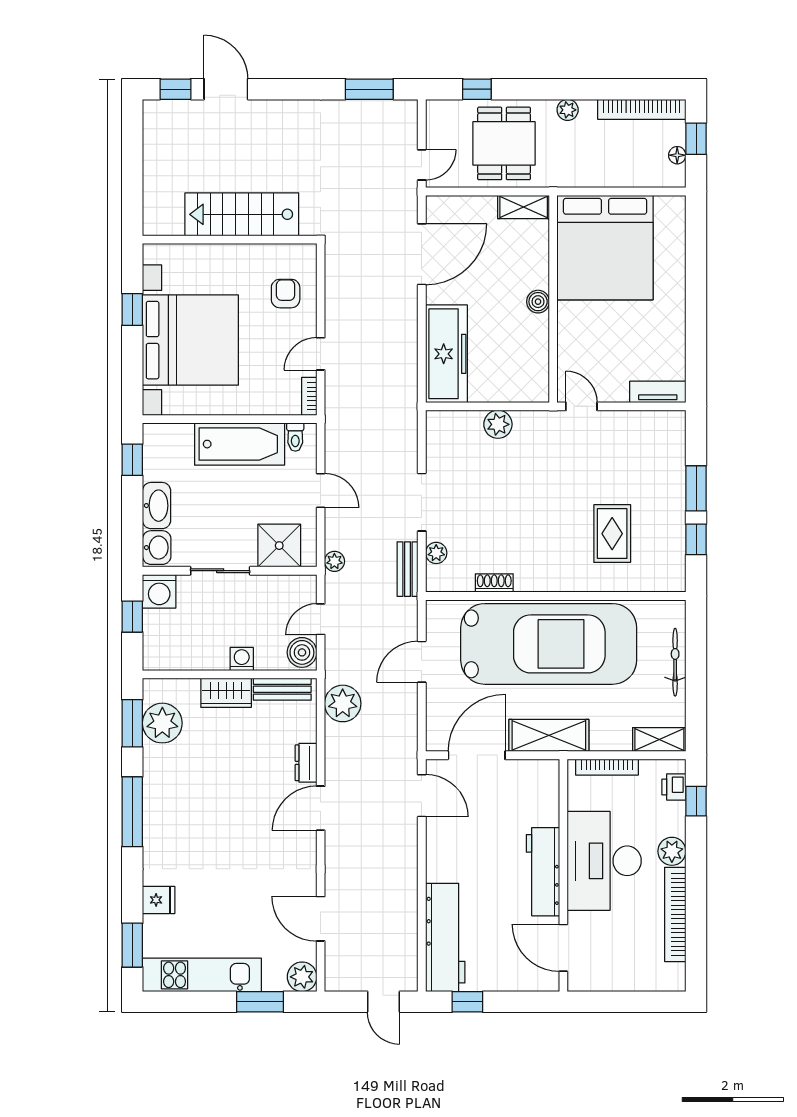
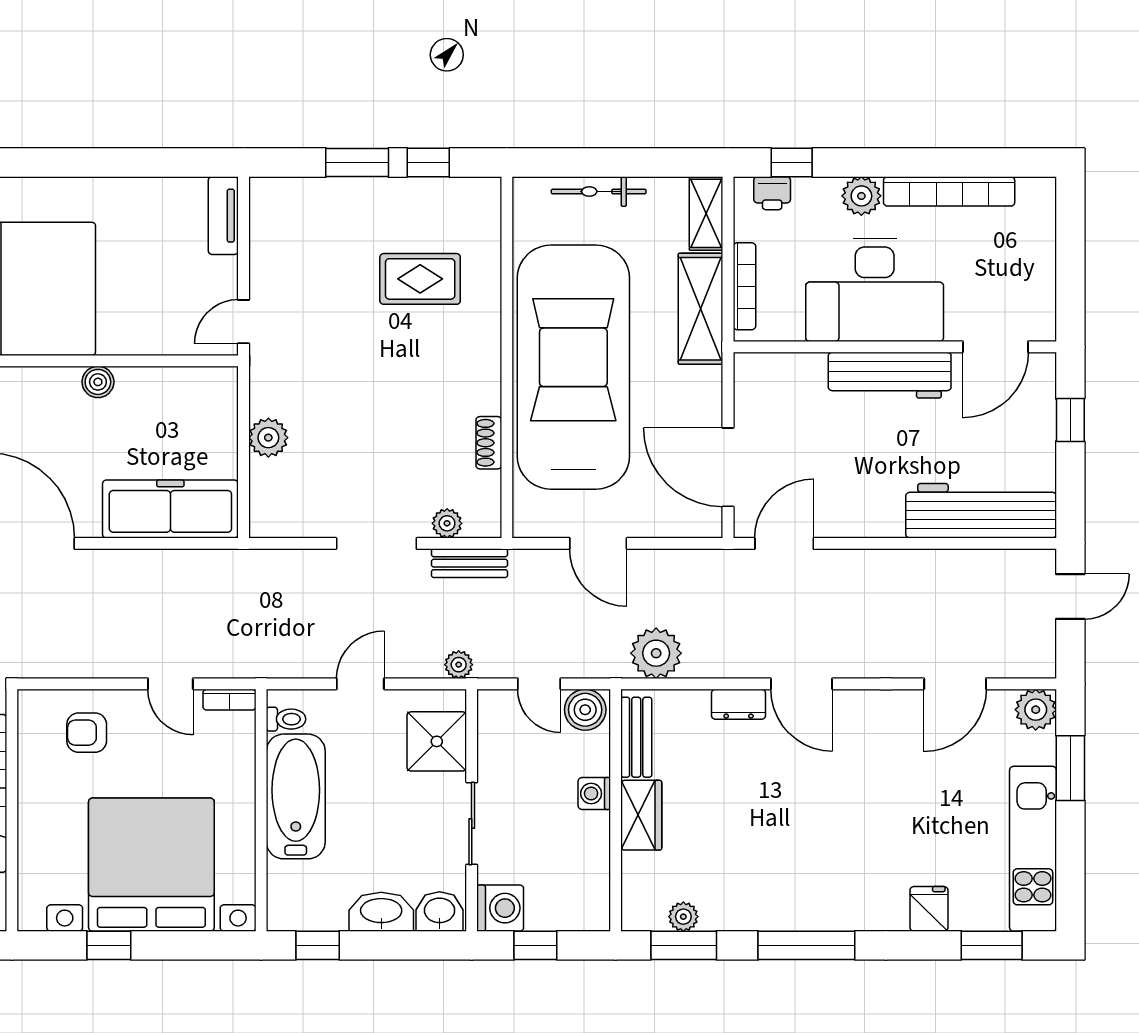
plant: (162, 723) -> (683, 917), width x0.53, depth x0.53
shelving: (549, 735) -> (700, 309), moved
window: (467, 1002) -> (1070, 420), moved

